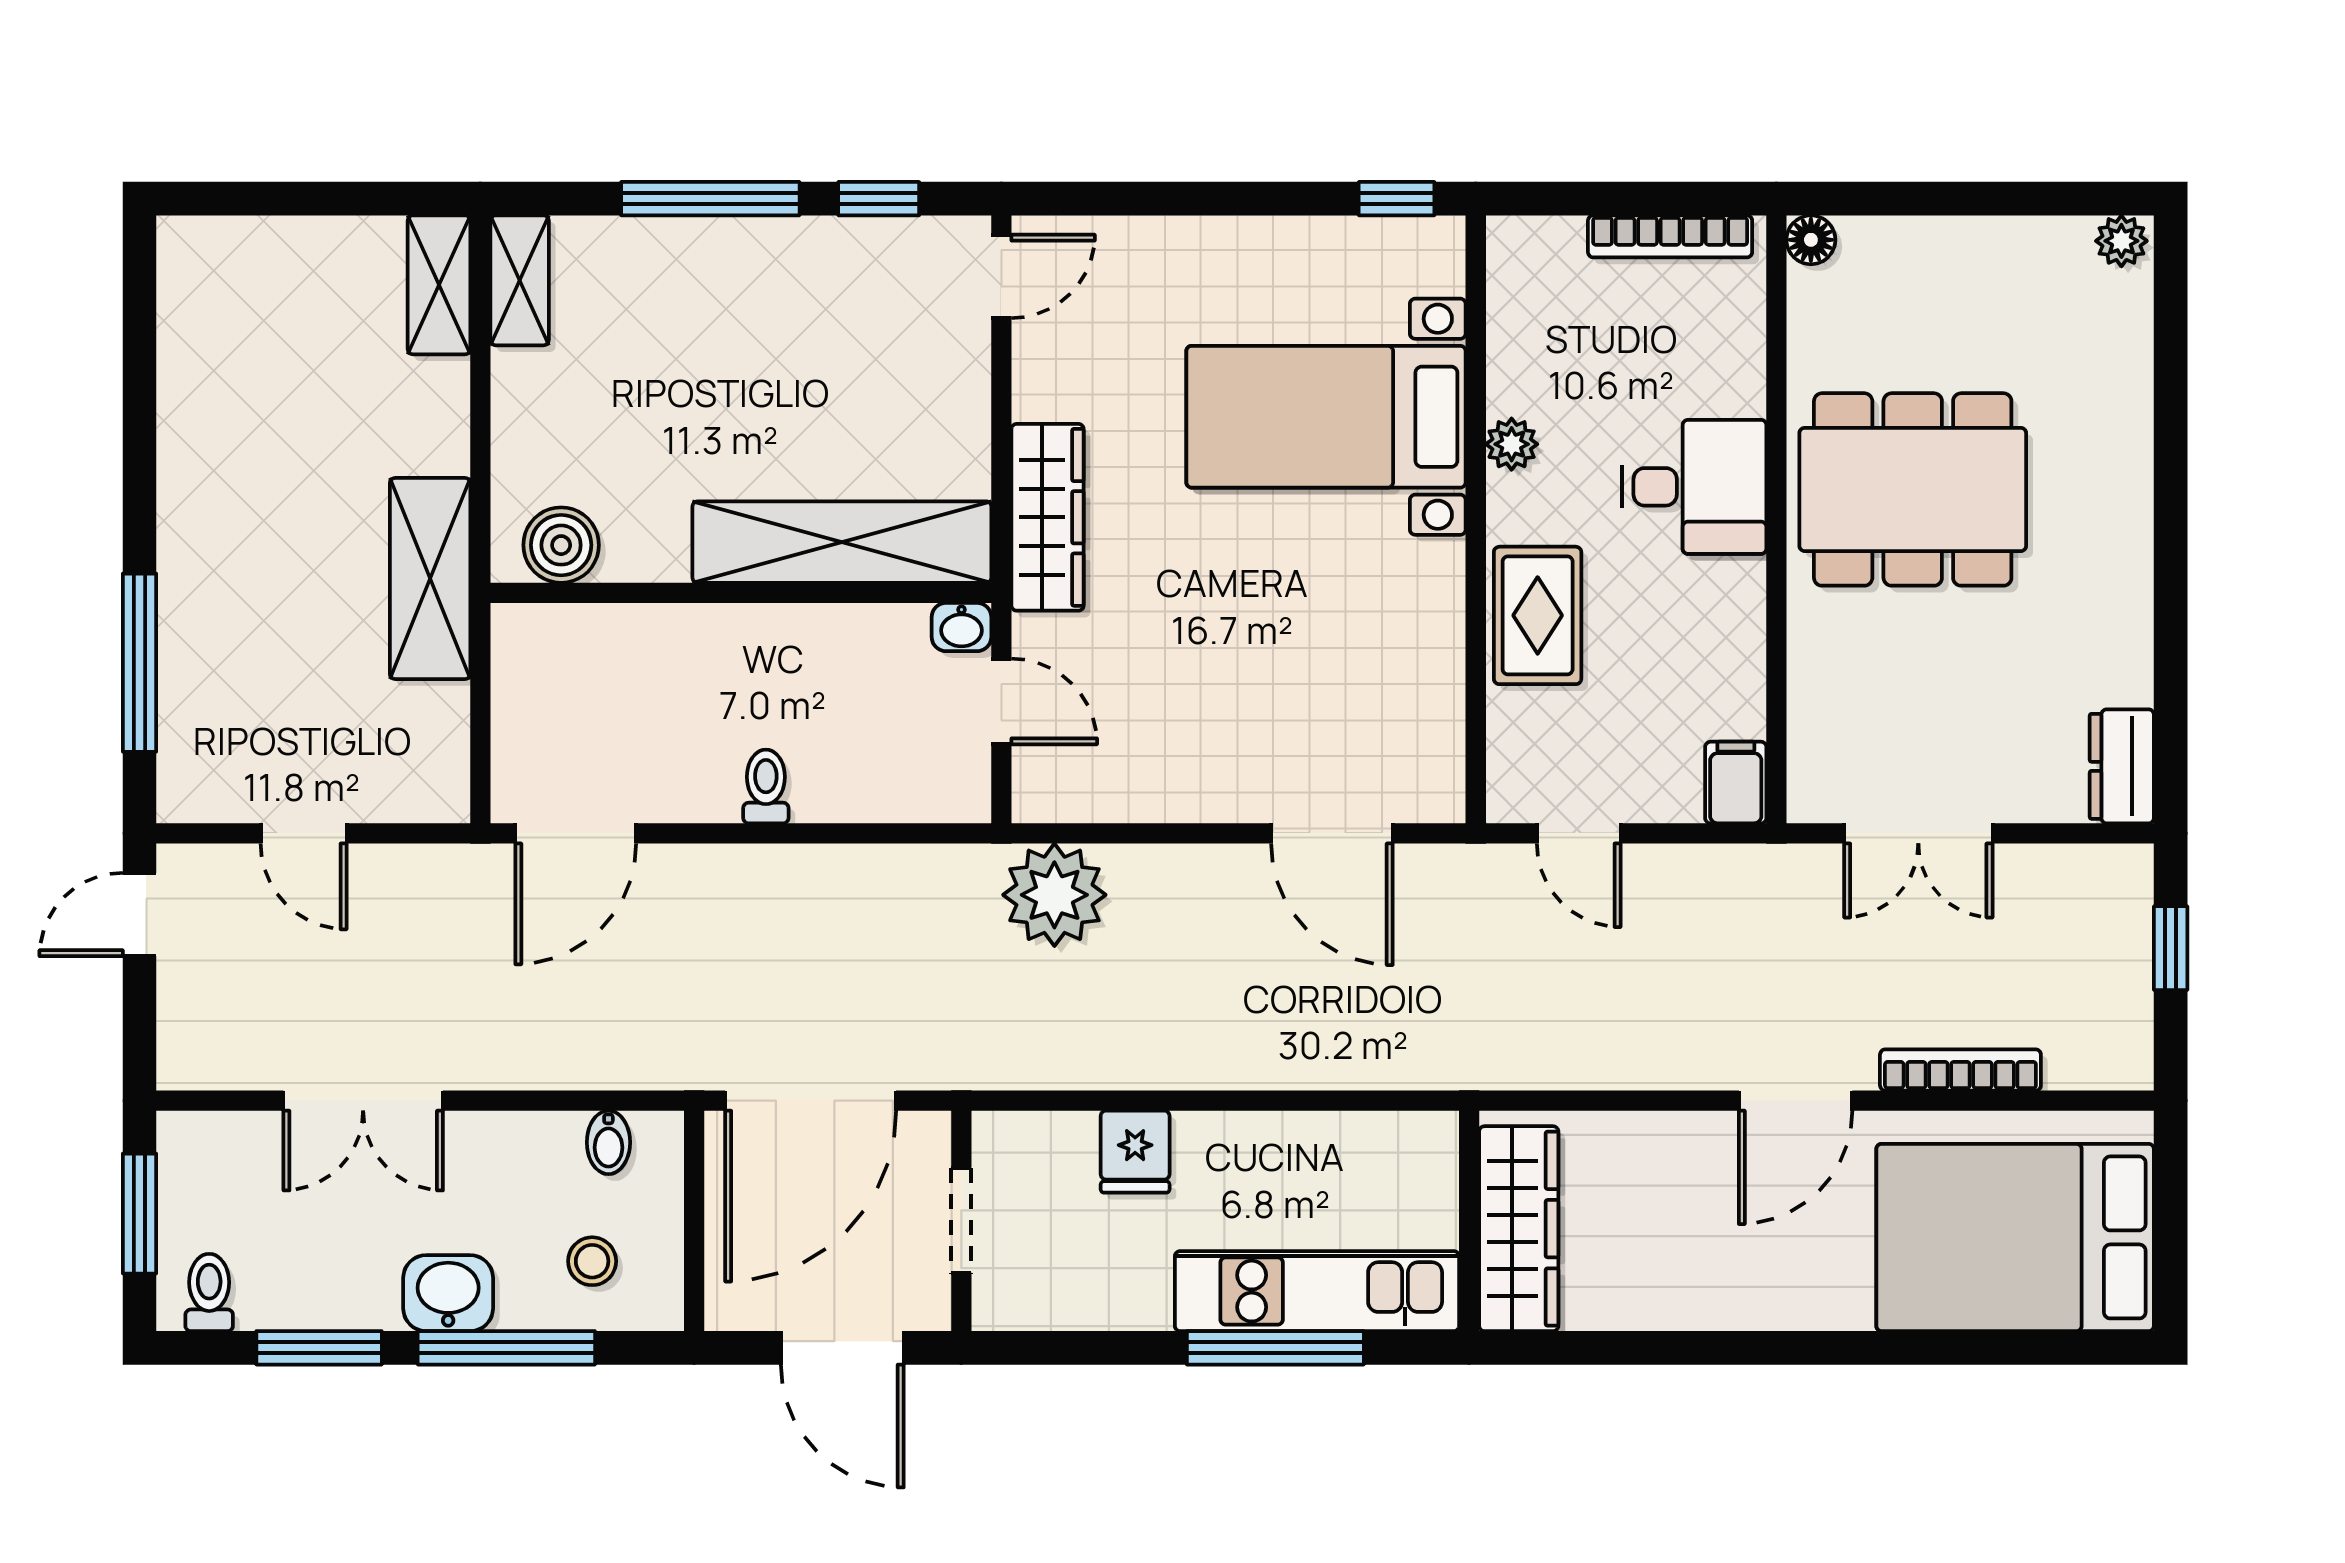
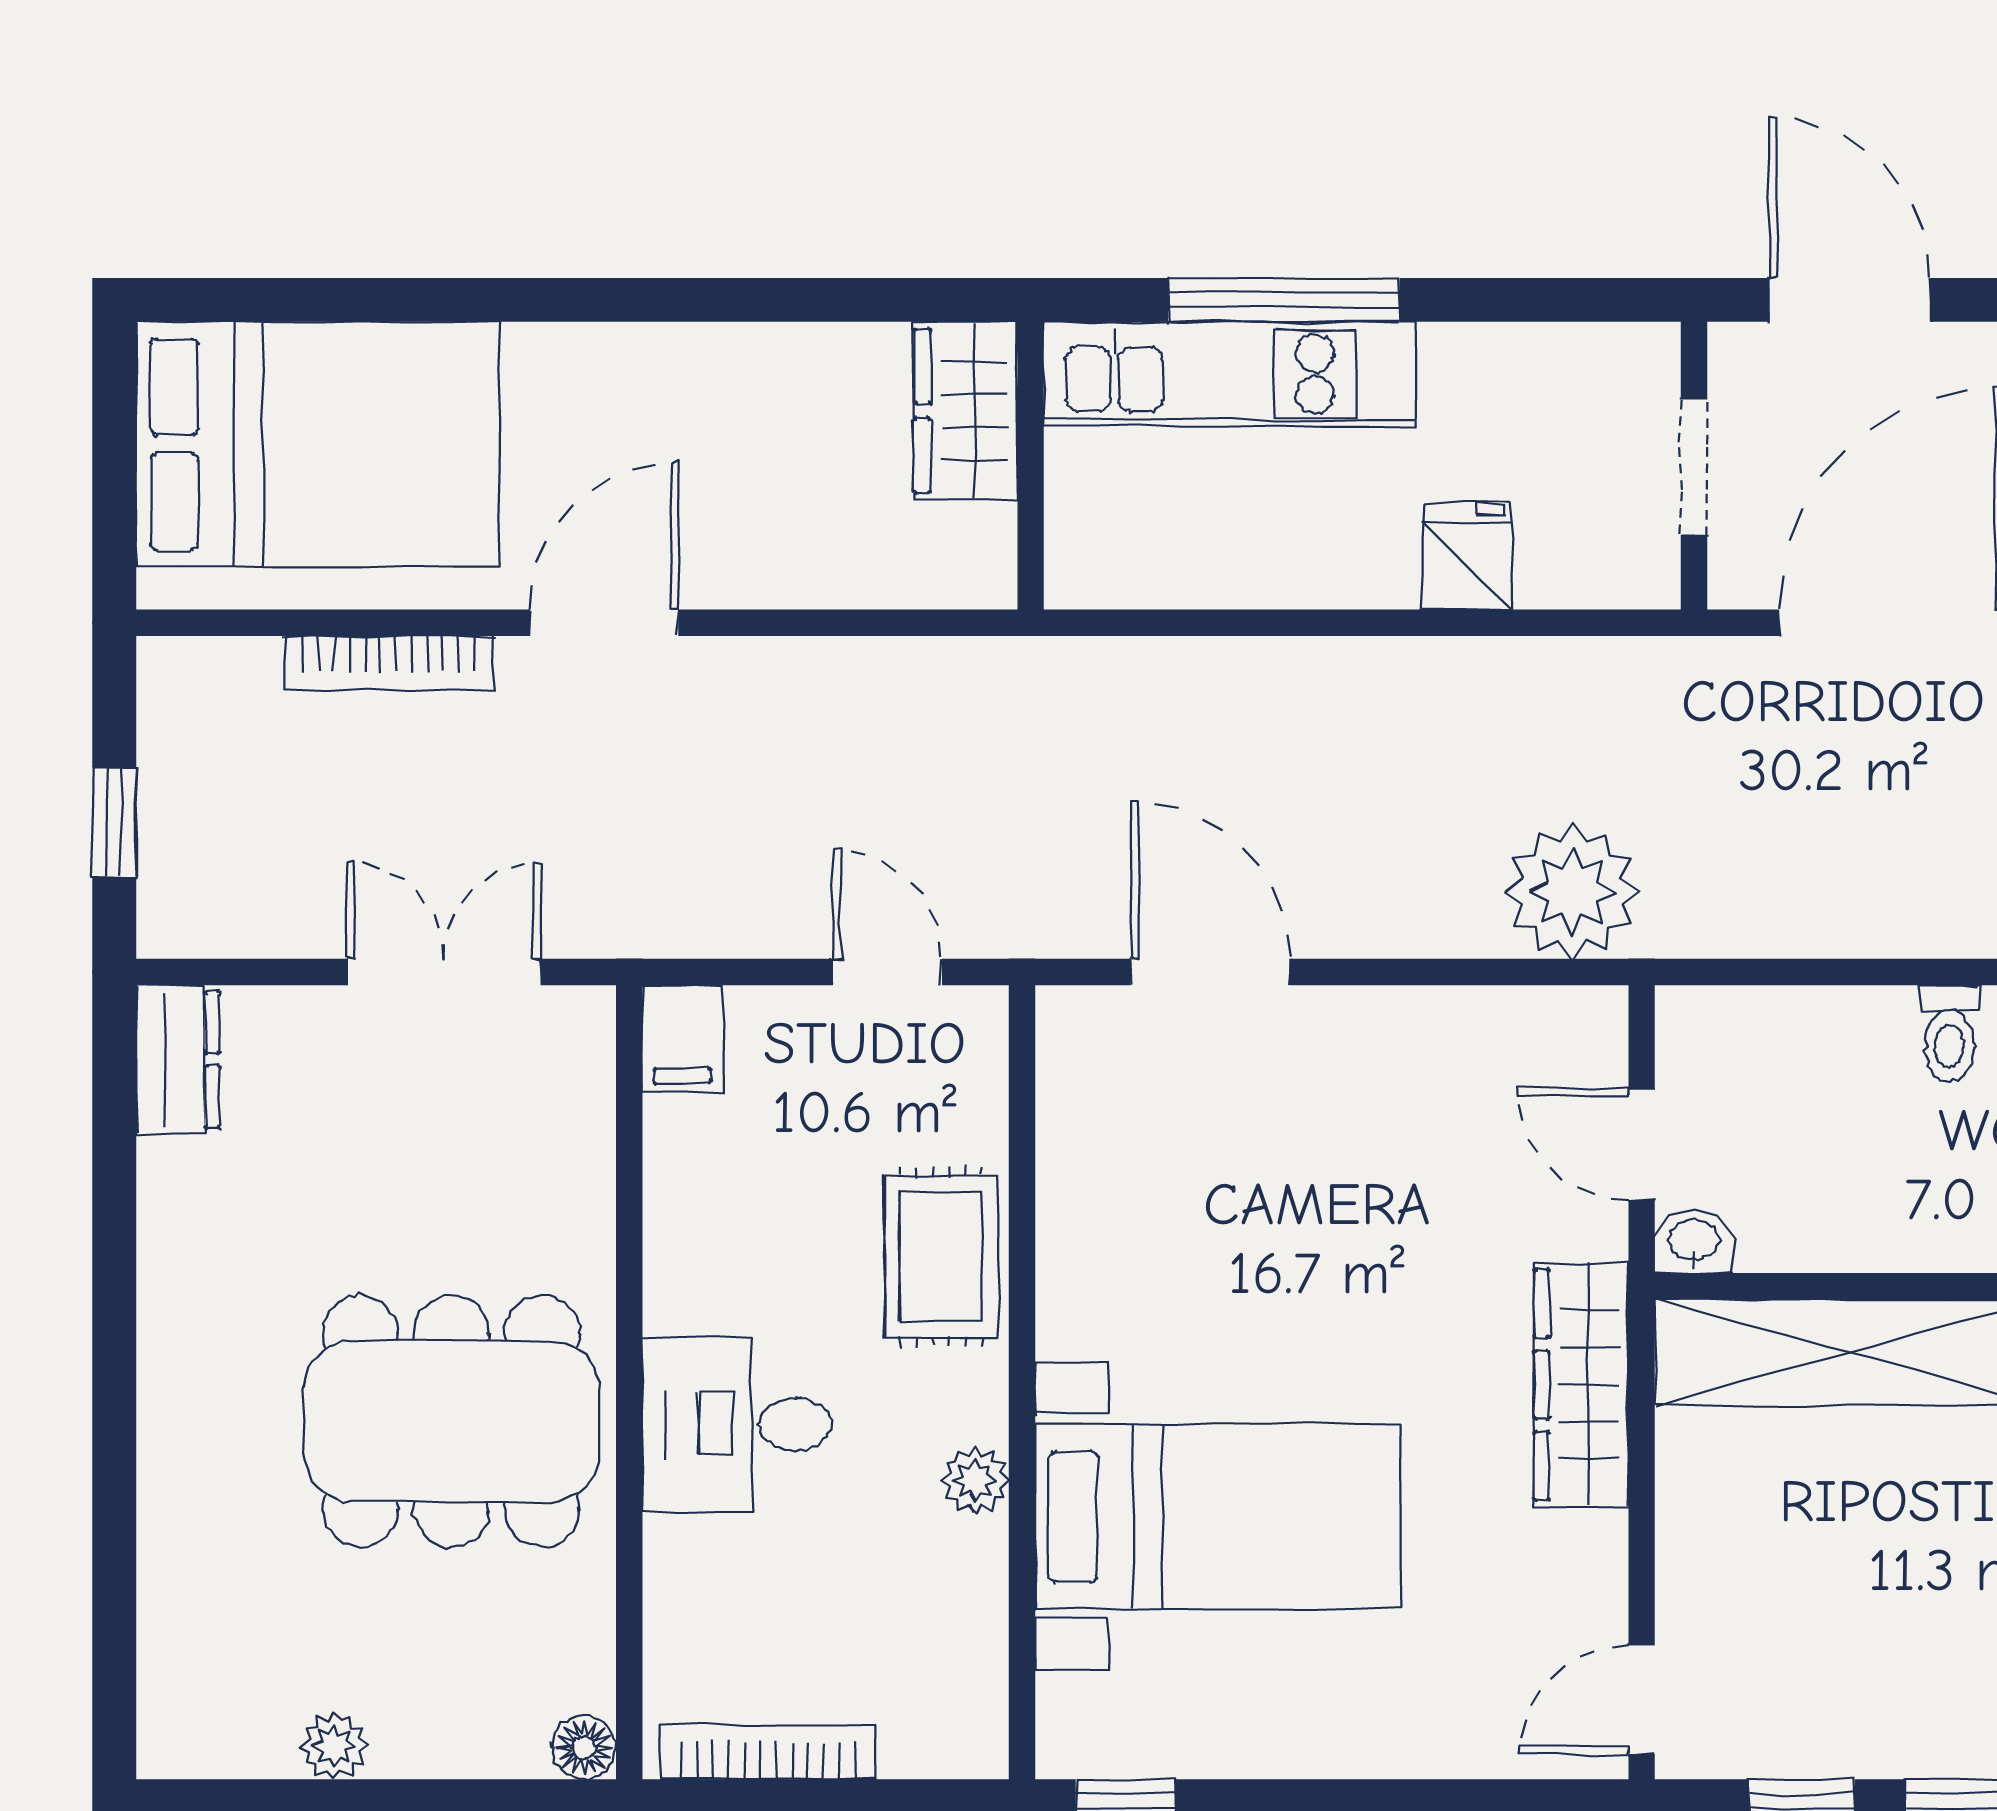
plant: (2121, 241) -> (334, 1746), moved
wardrobe: (1519, 1229) -> (966, 411), width x0.67

